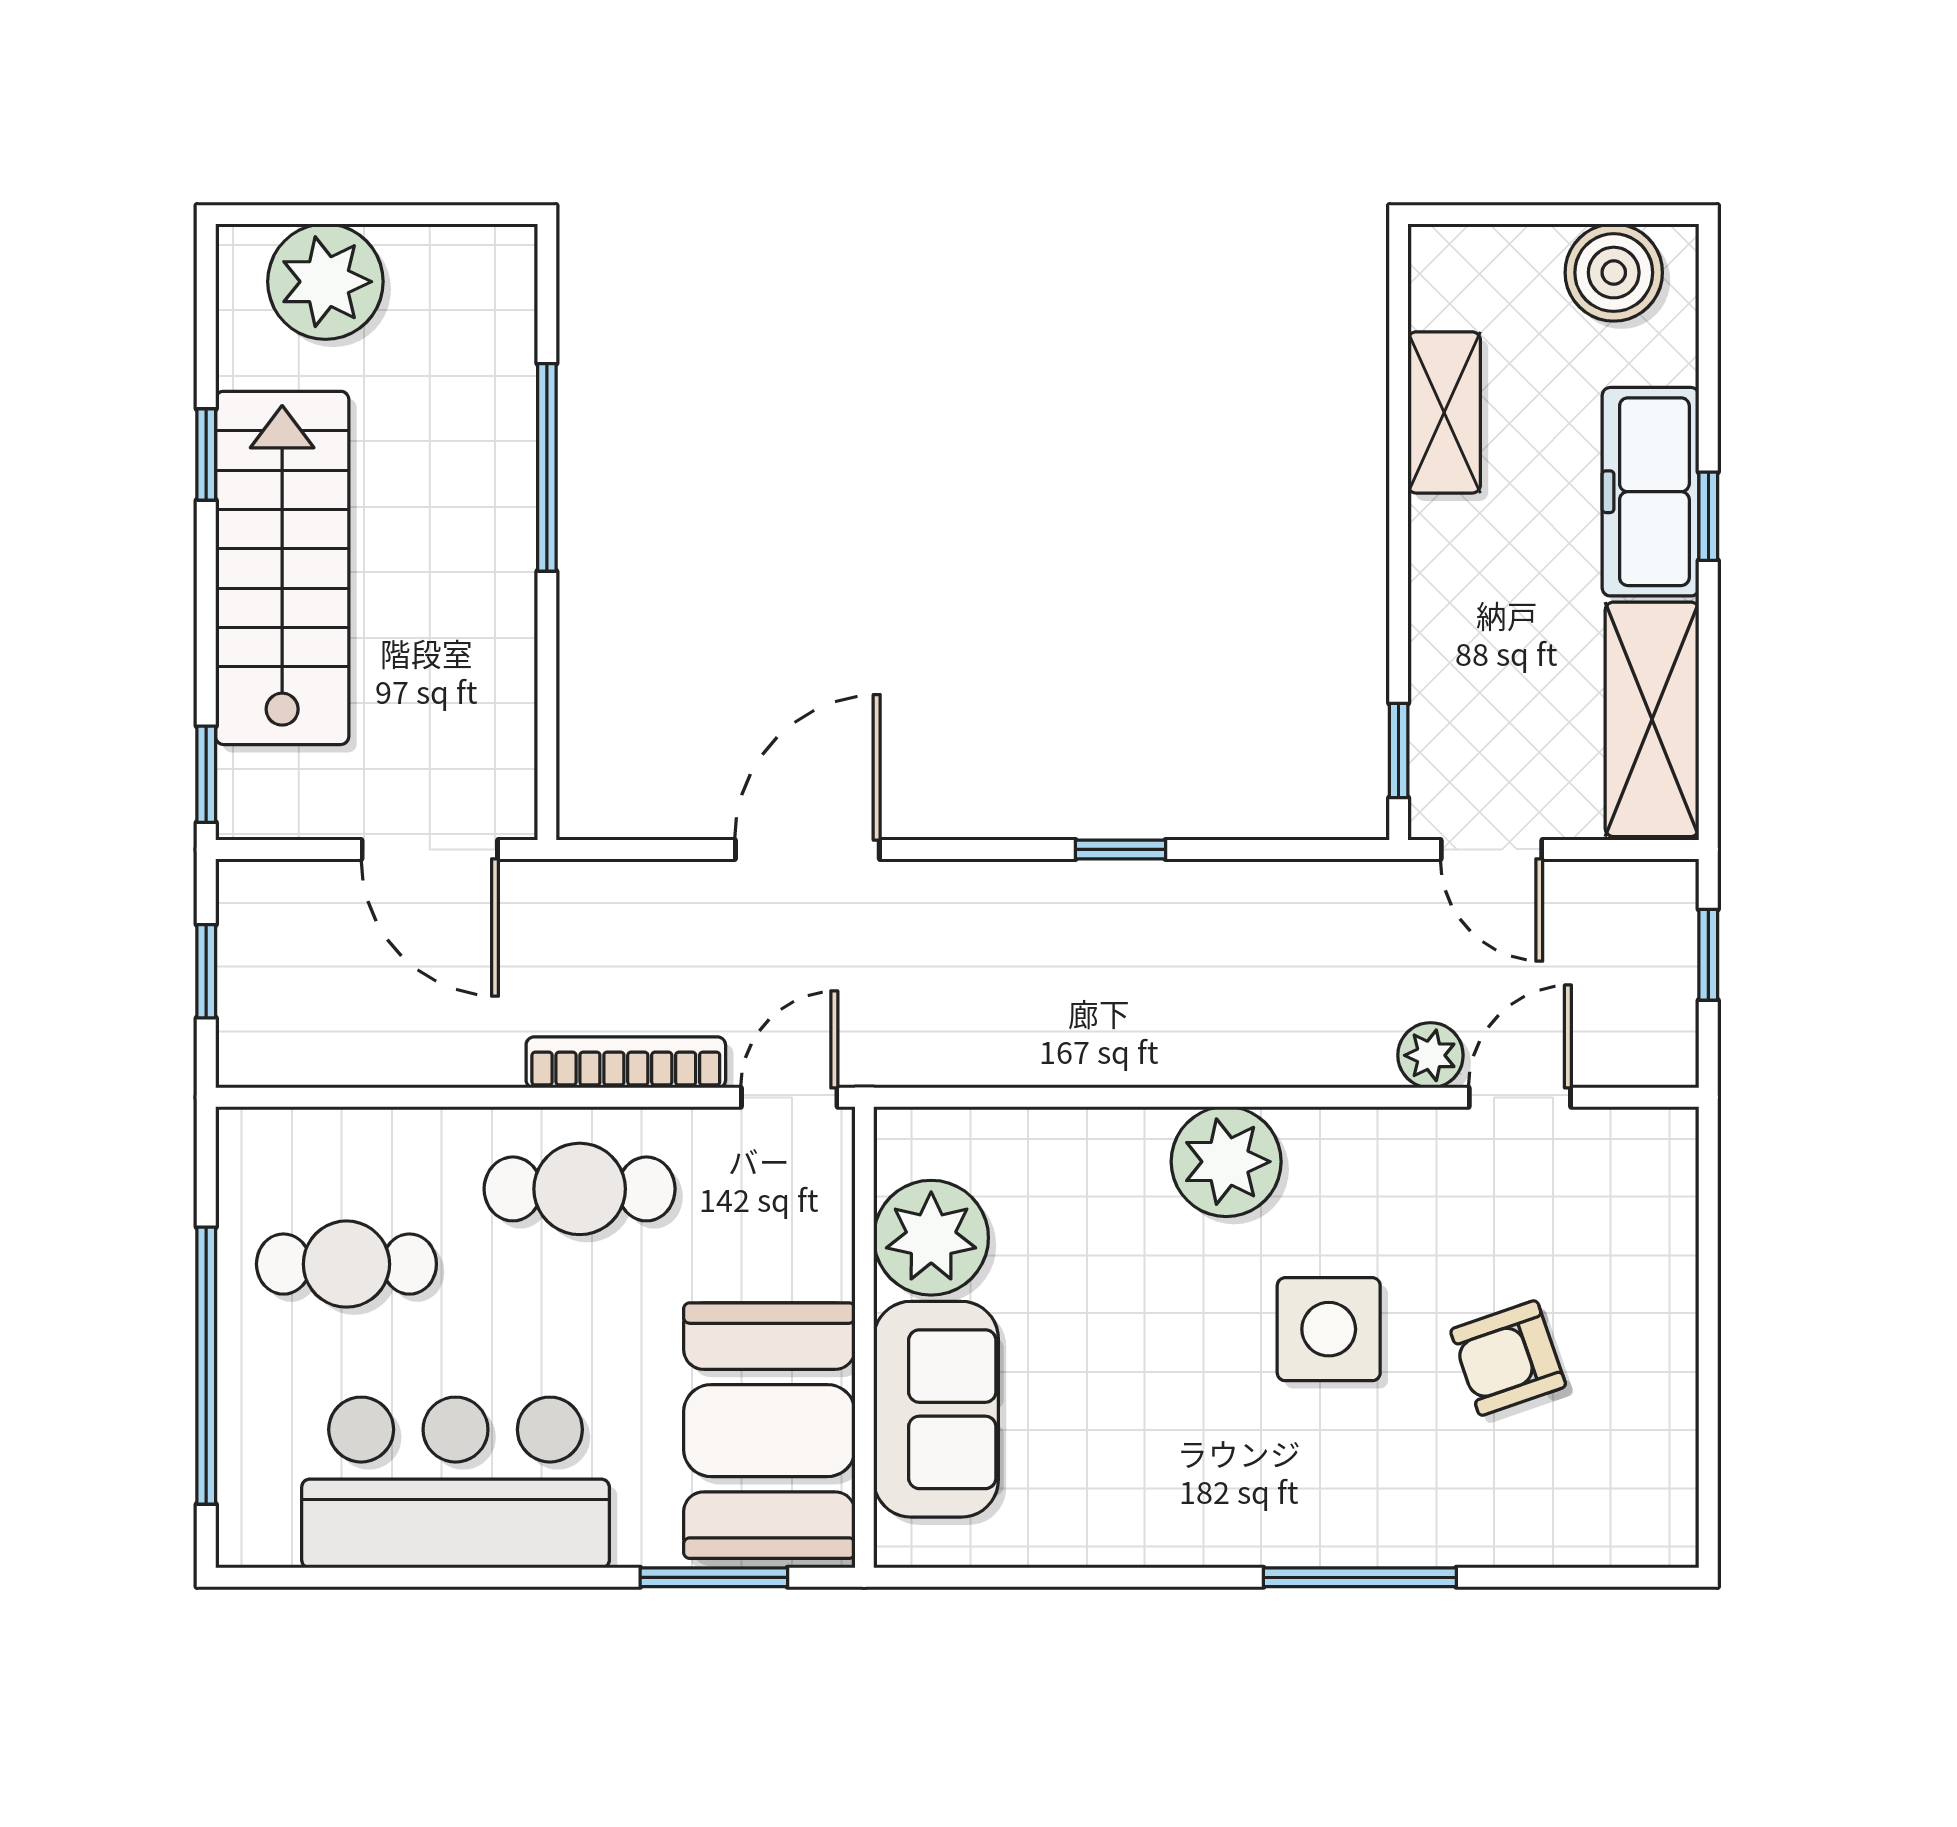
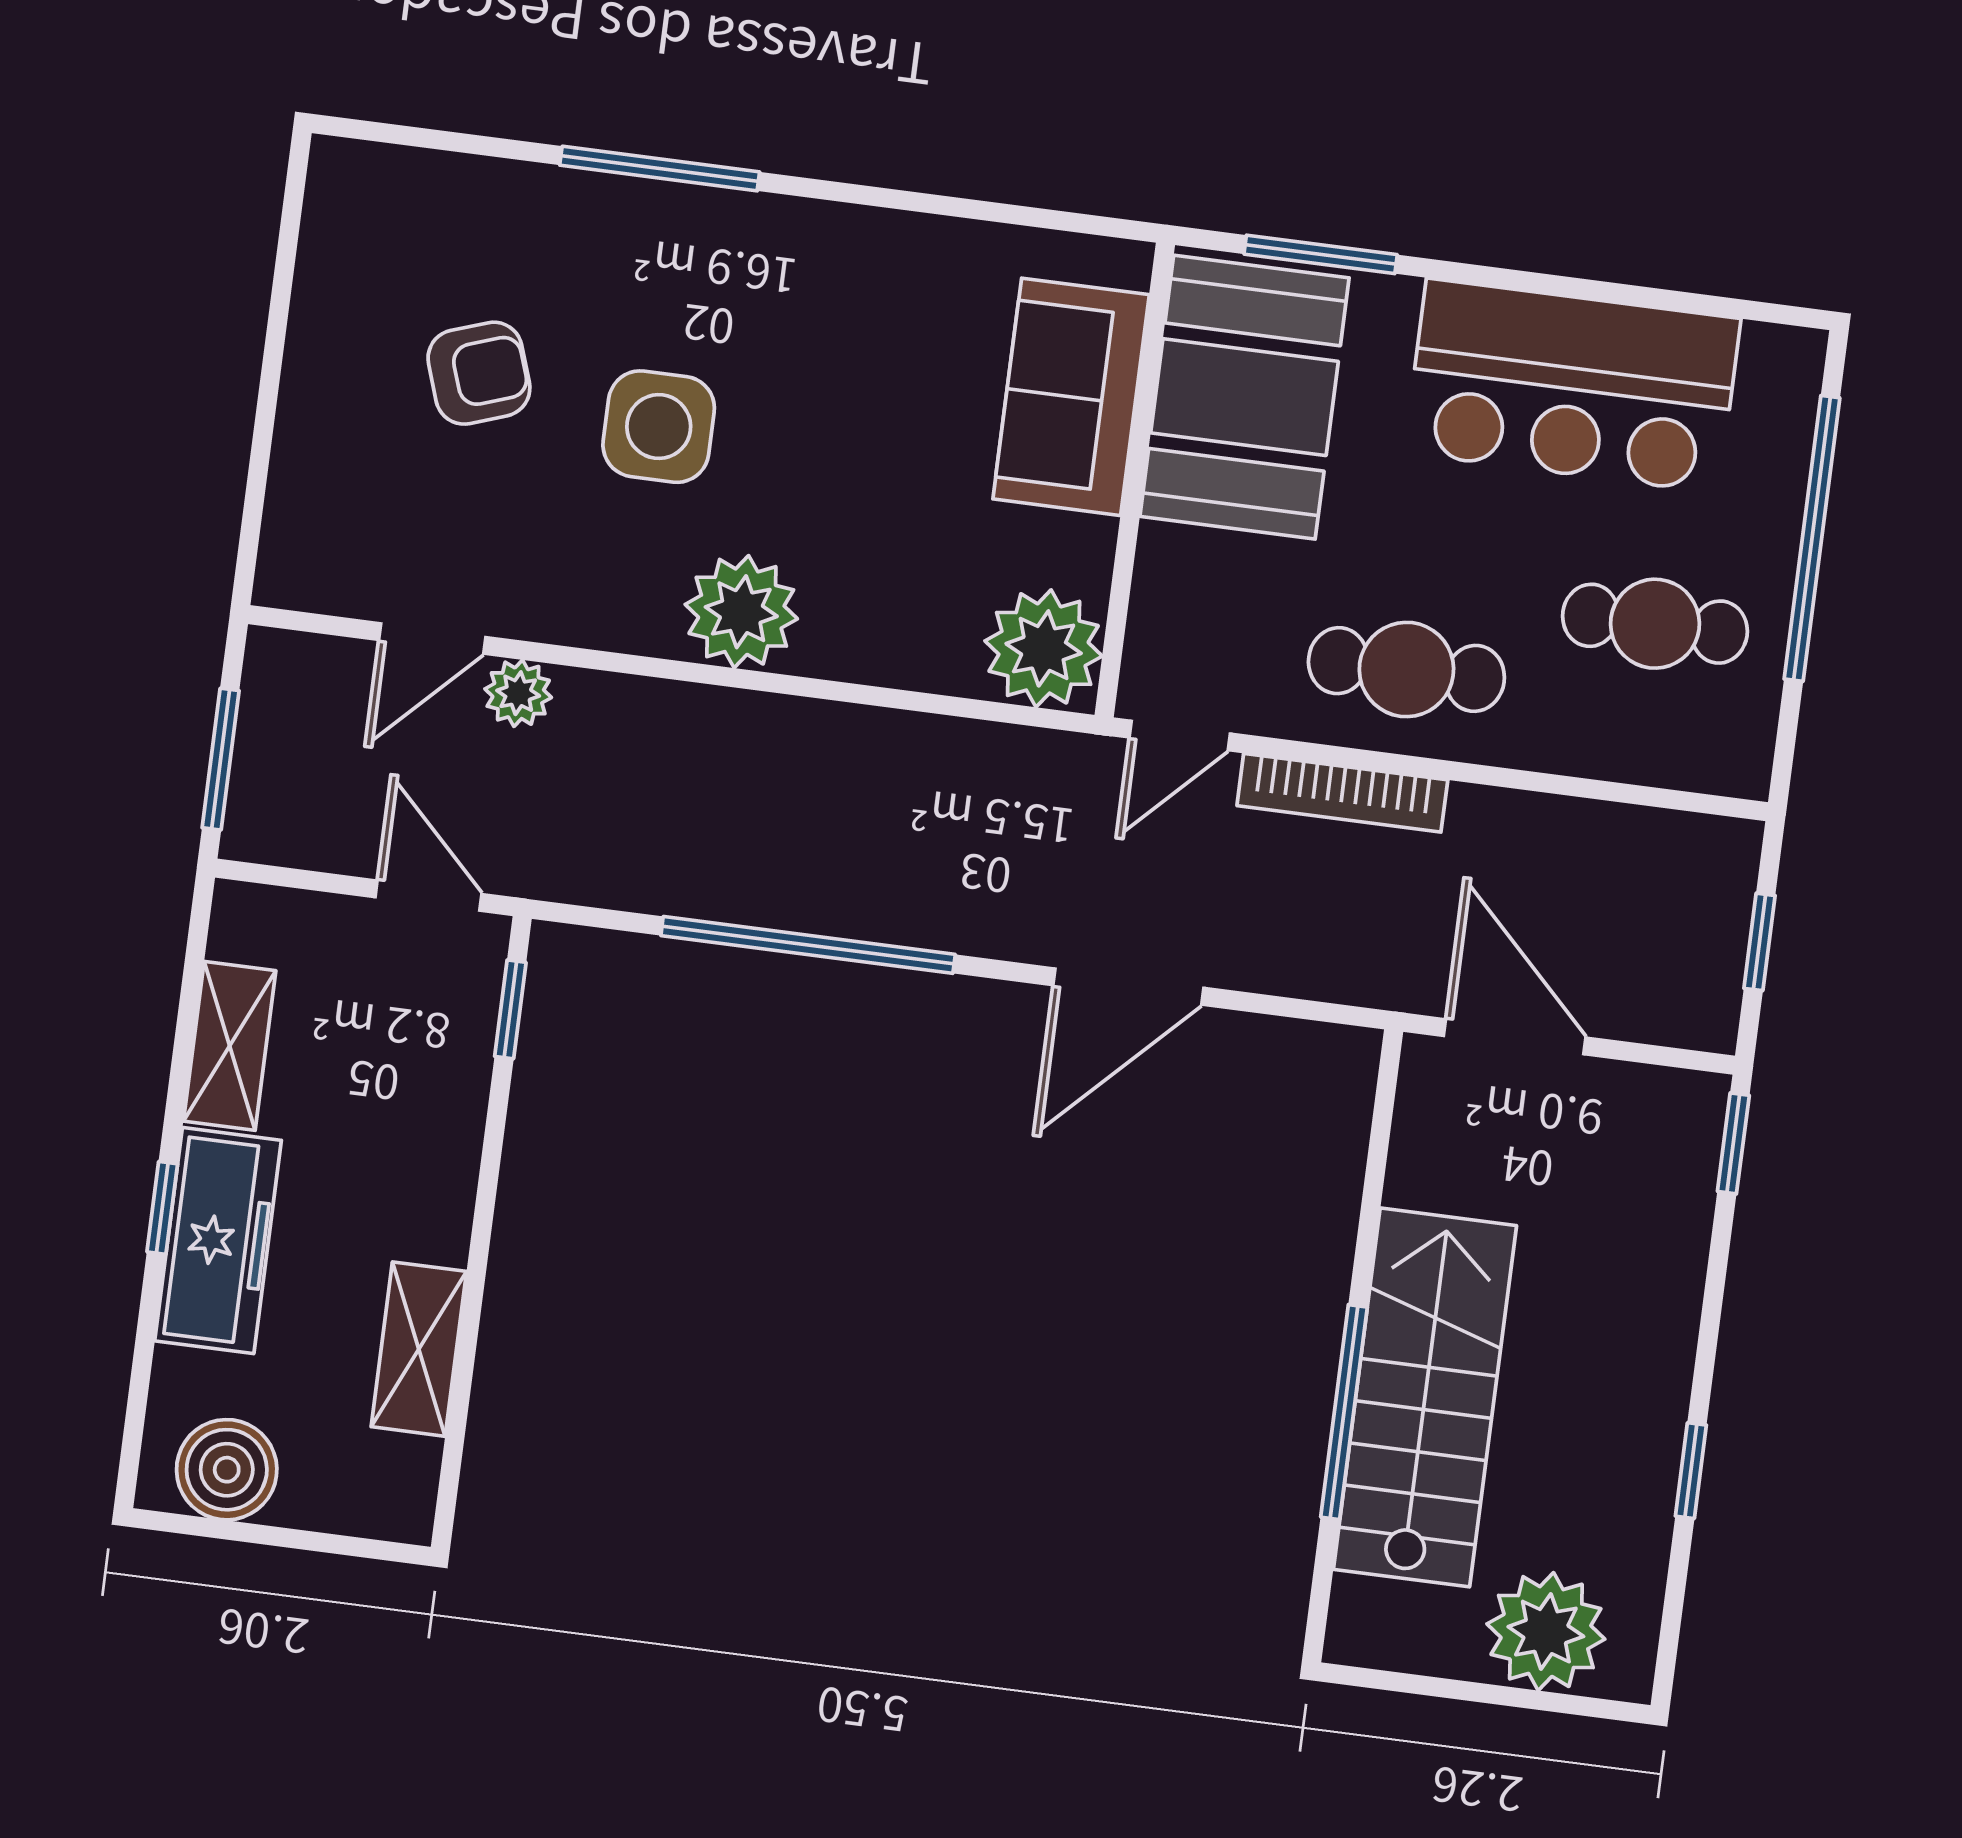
stairs: (282, 568) -> (1425, 1397), moved, turned 180
shelving: (1652, 719) -> (230, 1046), width x0.67, depth x0.75
window: (1120, 849) -> (808, 945), width x3.17
window: (1708, 955) -> (221, 759), width x1.50
plant: (931, 1238) -> (1044, 648), moved

